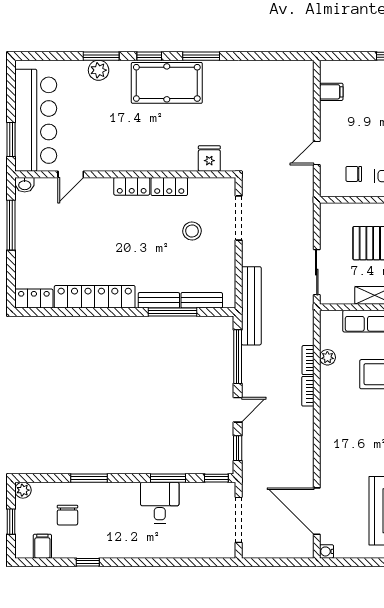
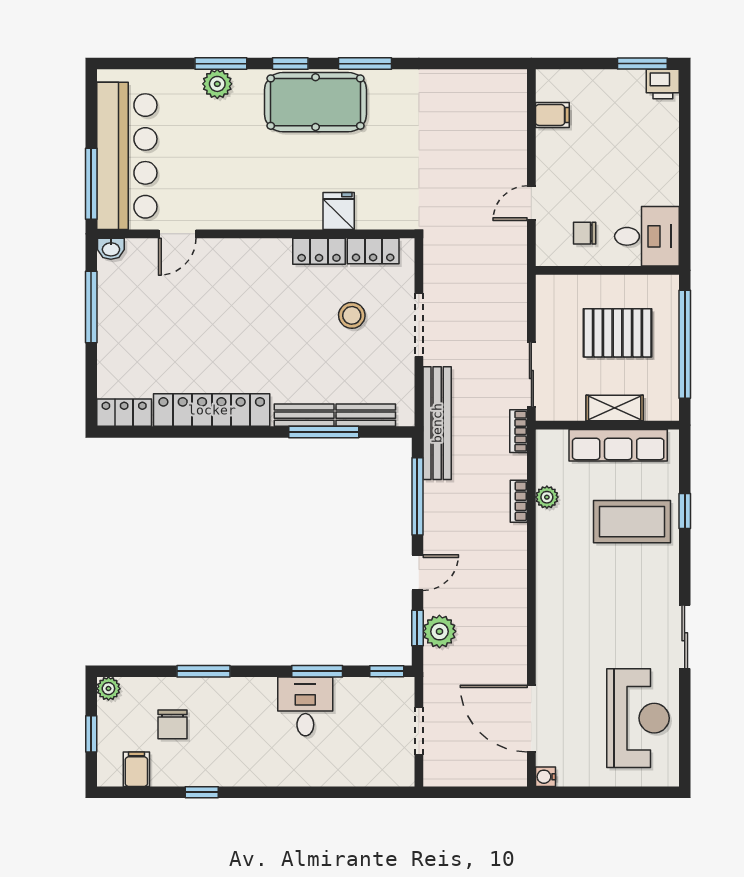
window: (11, 140) -> (91, 184), width x1.44
fridge: (209, 159) -> (339, 211), moved
locker: (132, 186) -> (373, 251), moved
doorway: (239, 218) -> (419, 325), moved
bookcase: (308, 391) -> (519, 431), moved
plant: (253, 451) -> (439, 631), added
doorway: (239, 520) -> (419, 731), width x0.73

